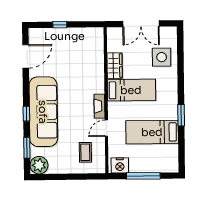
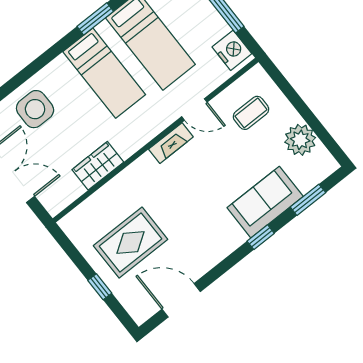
rug: (69, 54) -> (131, 243), added
bed: (131, 90) -> (104, 73), moved, turned 180
sofa: (43, 112) -> (265, 202), width x0.54, depth x0.79
plant: (39, 165) -> (300, 140), moved

